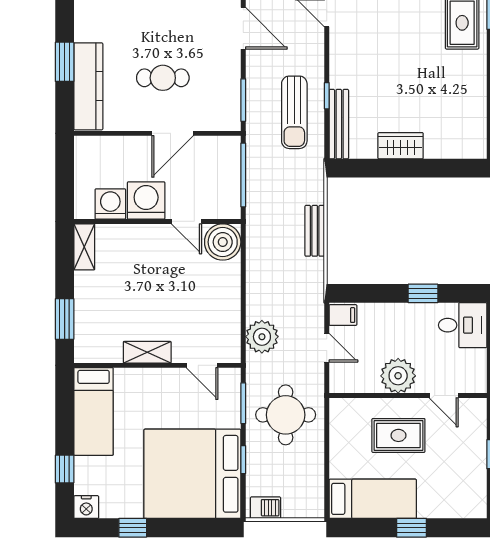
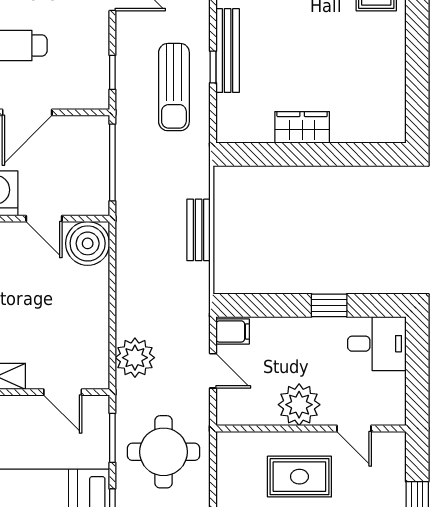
window: (243, 100) -> (112, 72), width x0.67
bench: (339, 124) -> (228, 51), moved

